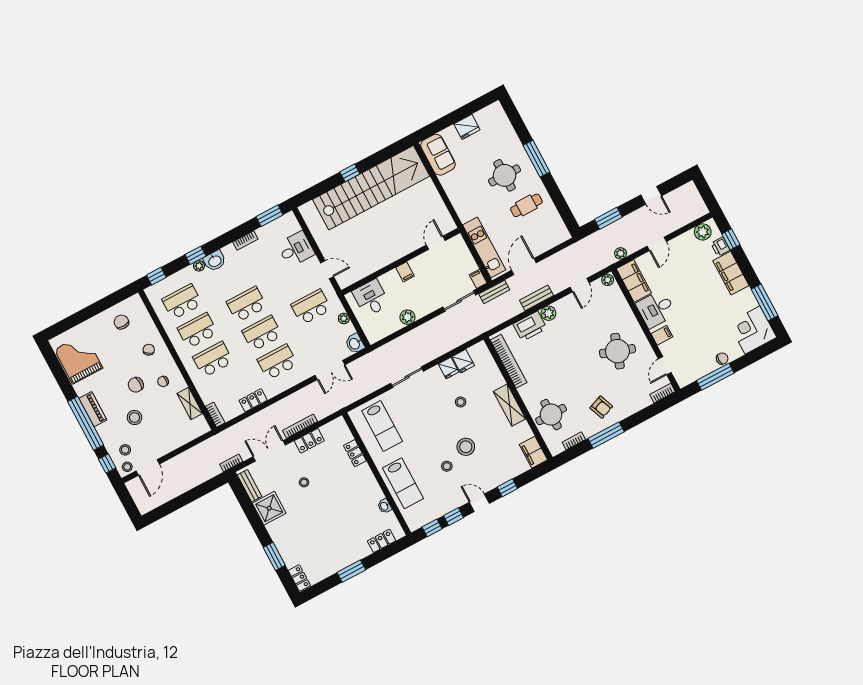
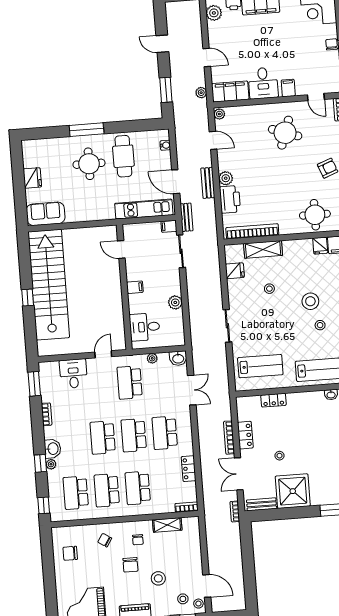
door: (651, 195) -> (162, 44), swing flipped
cafe table: (526, 205) -> (123, 156), width x1.37, depth x1.35
water cooler: (555, 241) -> (165, 145), added
fridge: (448, 368) -> (320, 246), moved, turned 90
shelving: (509, 405) -> (263, 249), moved
shower: (269, 508) -> (293, 491), width x1.37, depth x1.37

